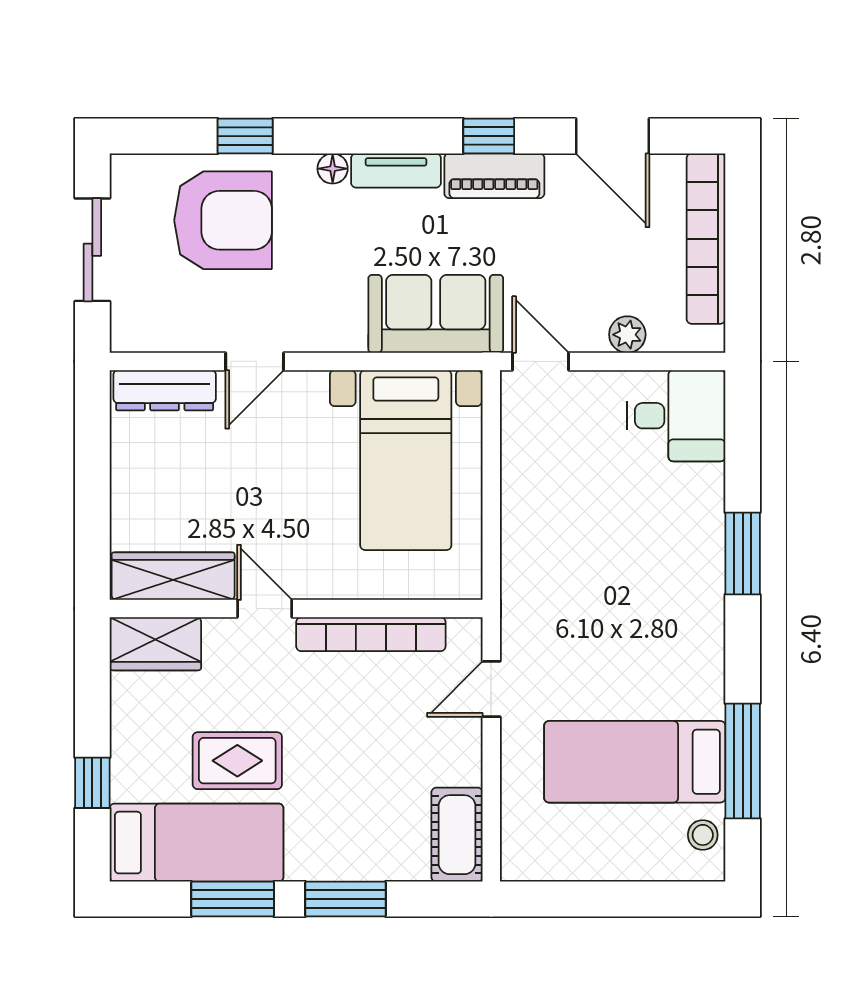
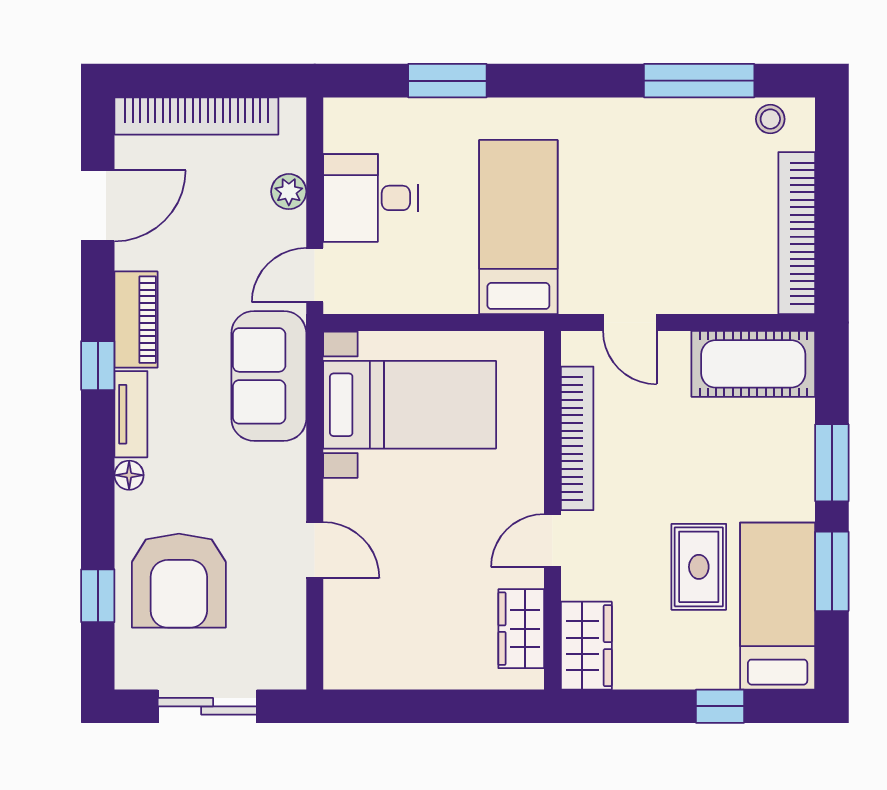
window: (245, 136) -> (98, 596), moved
window: (489, 136) -> (98, 366), moved
armchair: (223, 220) -> (179, 581), turned 180
dresser: (165, 390) -> (342, 637), removed
desk: (676, 416) -> (370, 198), moved, turned -90
window: (743, 553) -> (447, 81), moved
wardrobe: (173, 576) -> (521, 629), width x0.67
bed: (635, 762) -> (518, 227), moved, turned 180
cot: (457, 835) -> (753, 364), width x1.37, depth x1.34
bookcase: (584, 863) -> (797, 233), added

